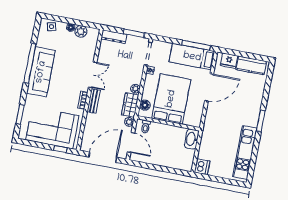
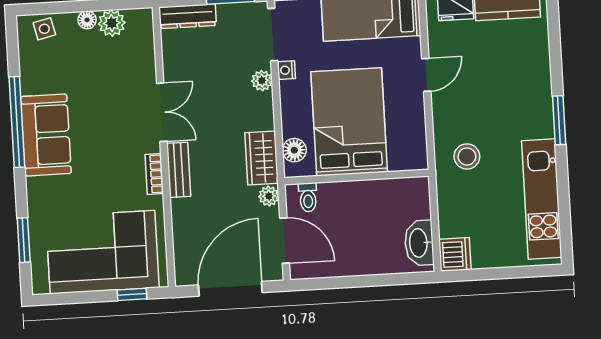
sofa: (41, 72) -> (46, 135), width x0.73
door: (209, 87) -> (426, 75), width x0.53
plant: (135, 89) -> (262, 81), moved
stool: (218, 126) -> (467, 156), added
washbasin: (192, 139) -> (419, 243), moved

